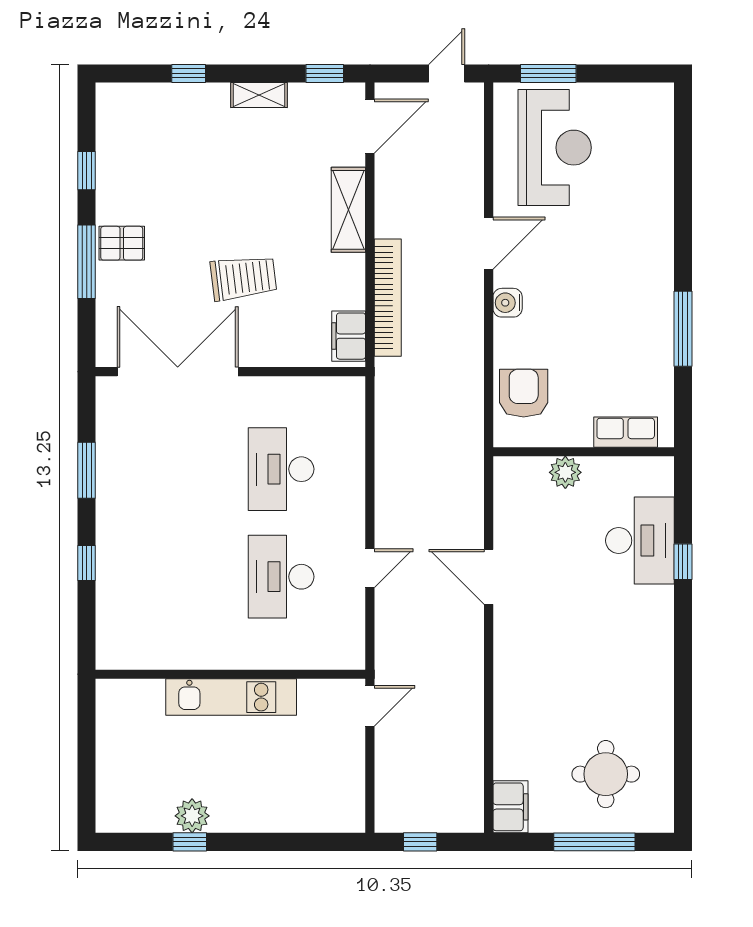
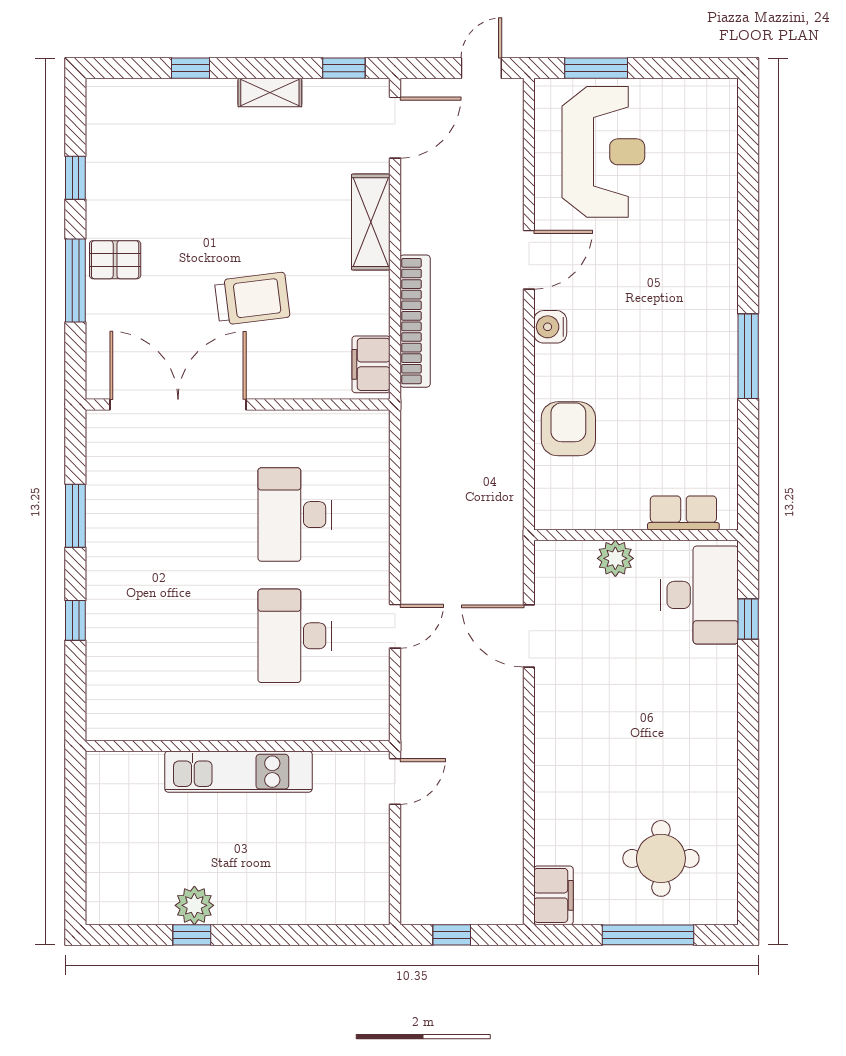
row of seats: (626, 432) -> (683, 513), moved
wall: (584, 452) -> (636, 535), moved
plant: (565, 472) -> (615, 558), moved

